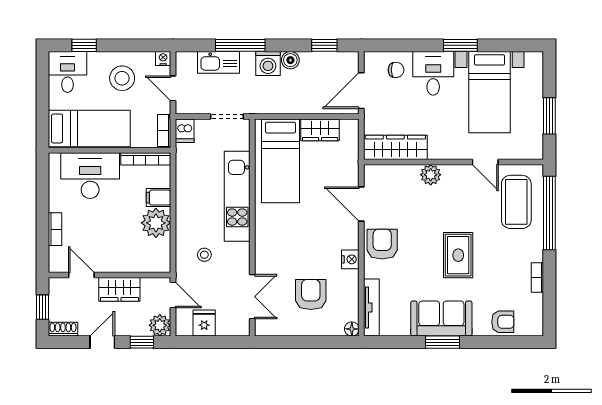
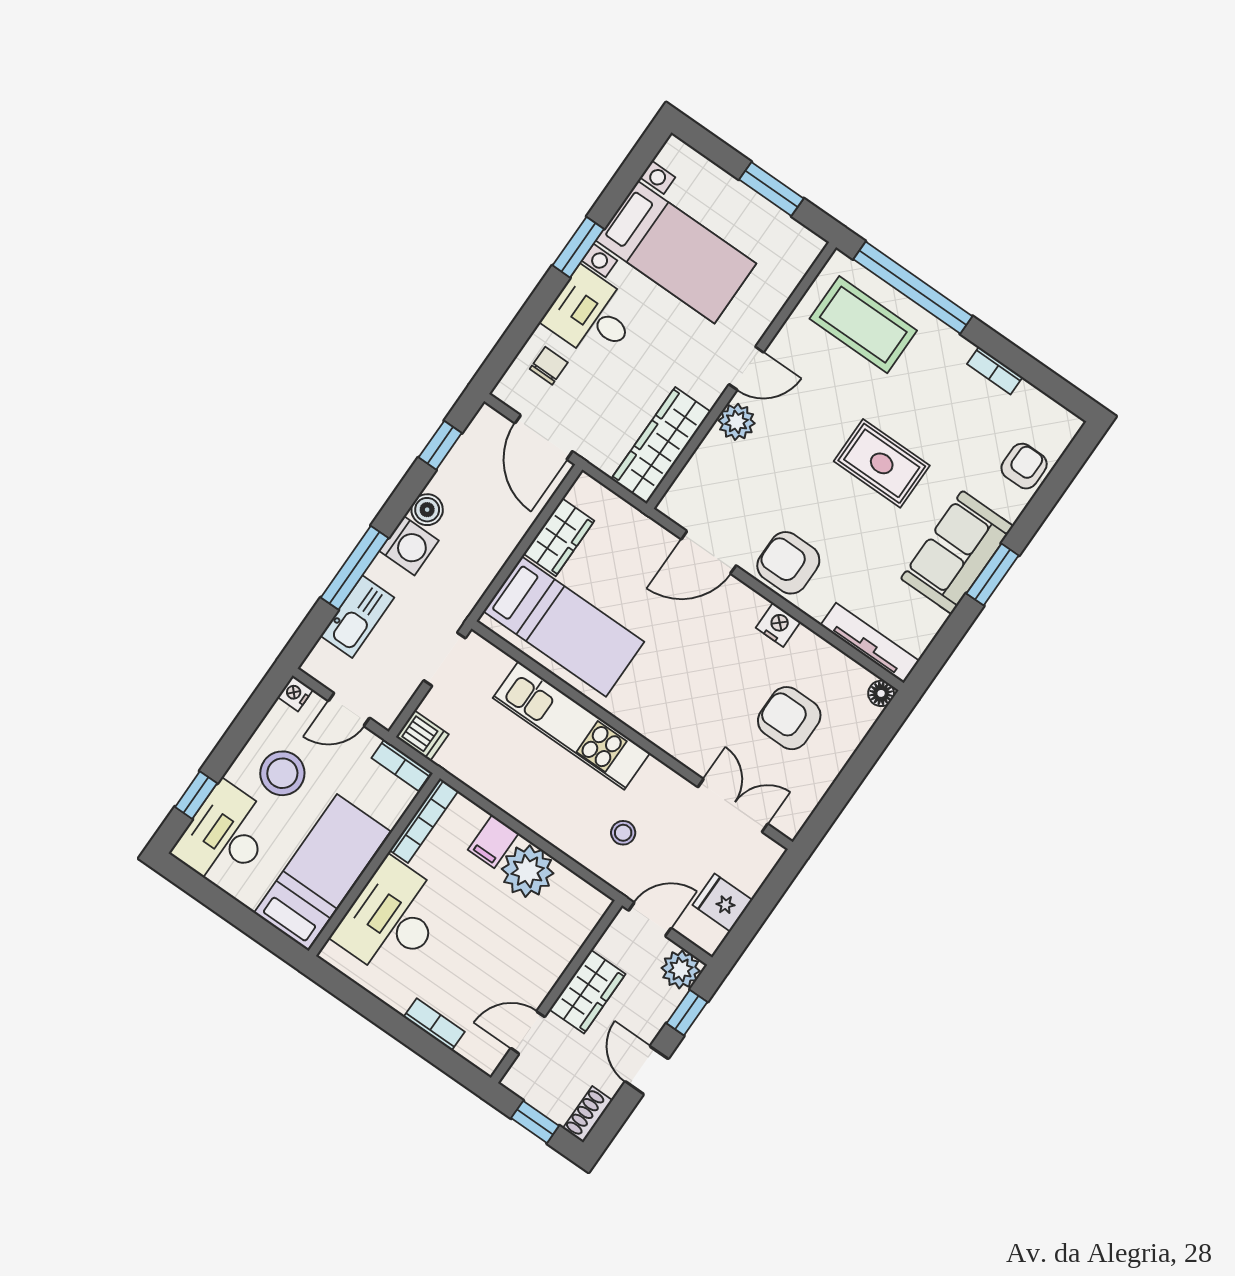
desk: (67, 72) -> (225, 836), width x1.37
door: (485, 162) -> (746, 368), moved

